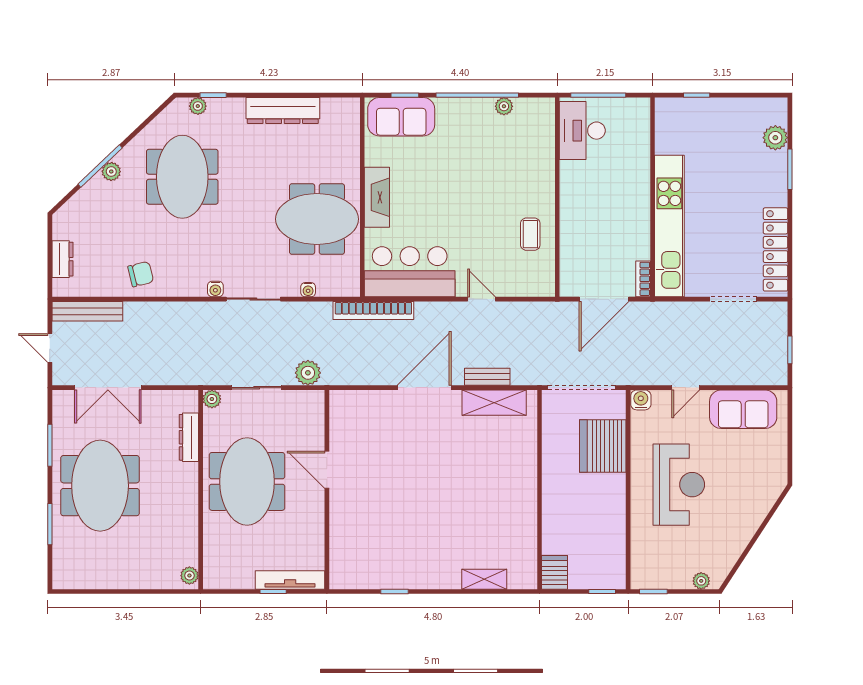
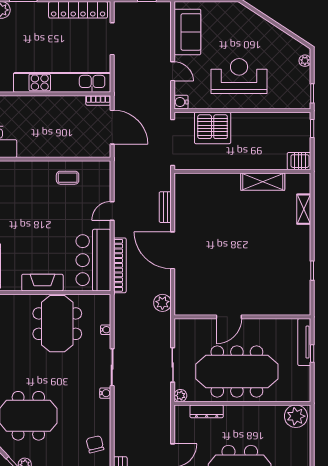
bookcase: (373, 310) -> (120, 265), moved
plant: (308, 373) -> (162, 303), moved
shelving: (494, 403) -> (263, 182), moved, turned 90
meeting table: (247, 481) -> (237, 371), width x1.36
plant: (189, 576) -> (296, 416), width x1.88, depth x1.88

